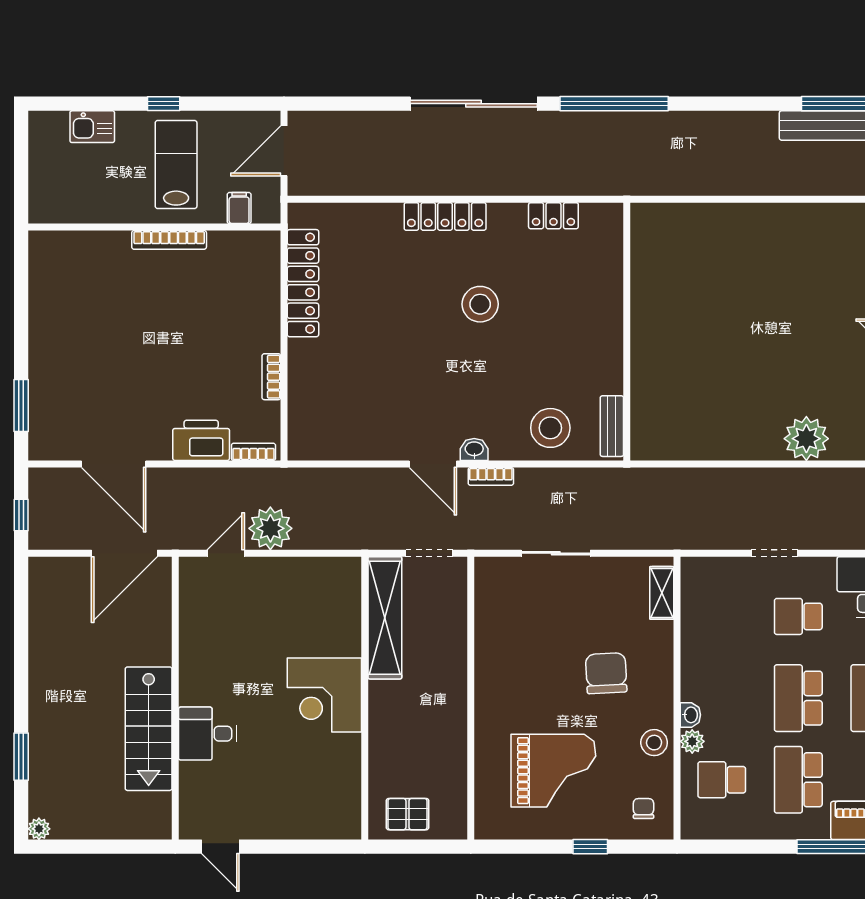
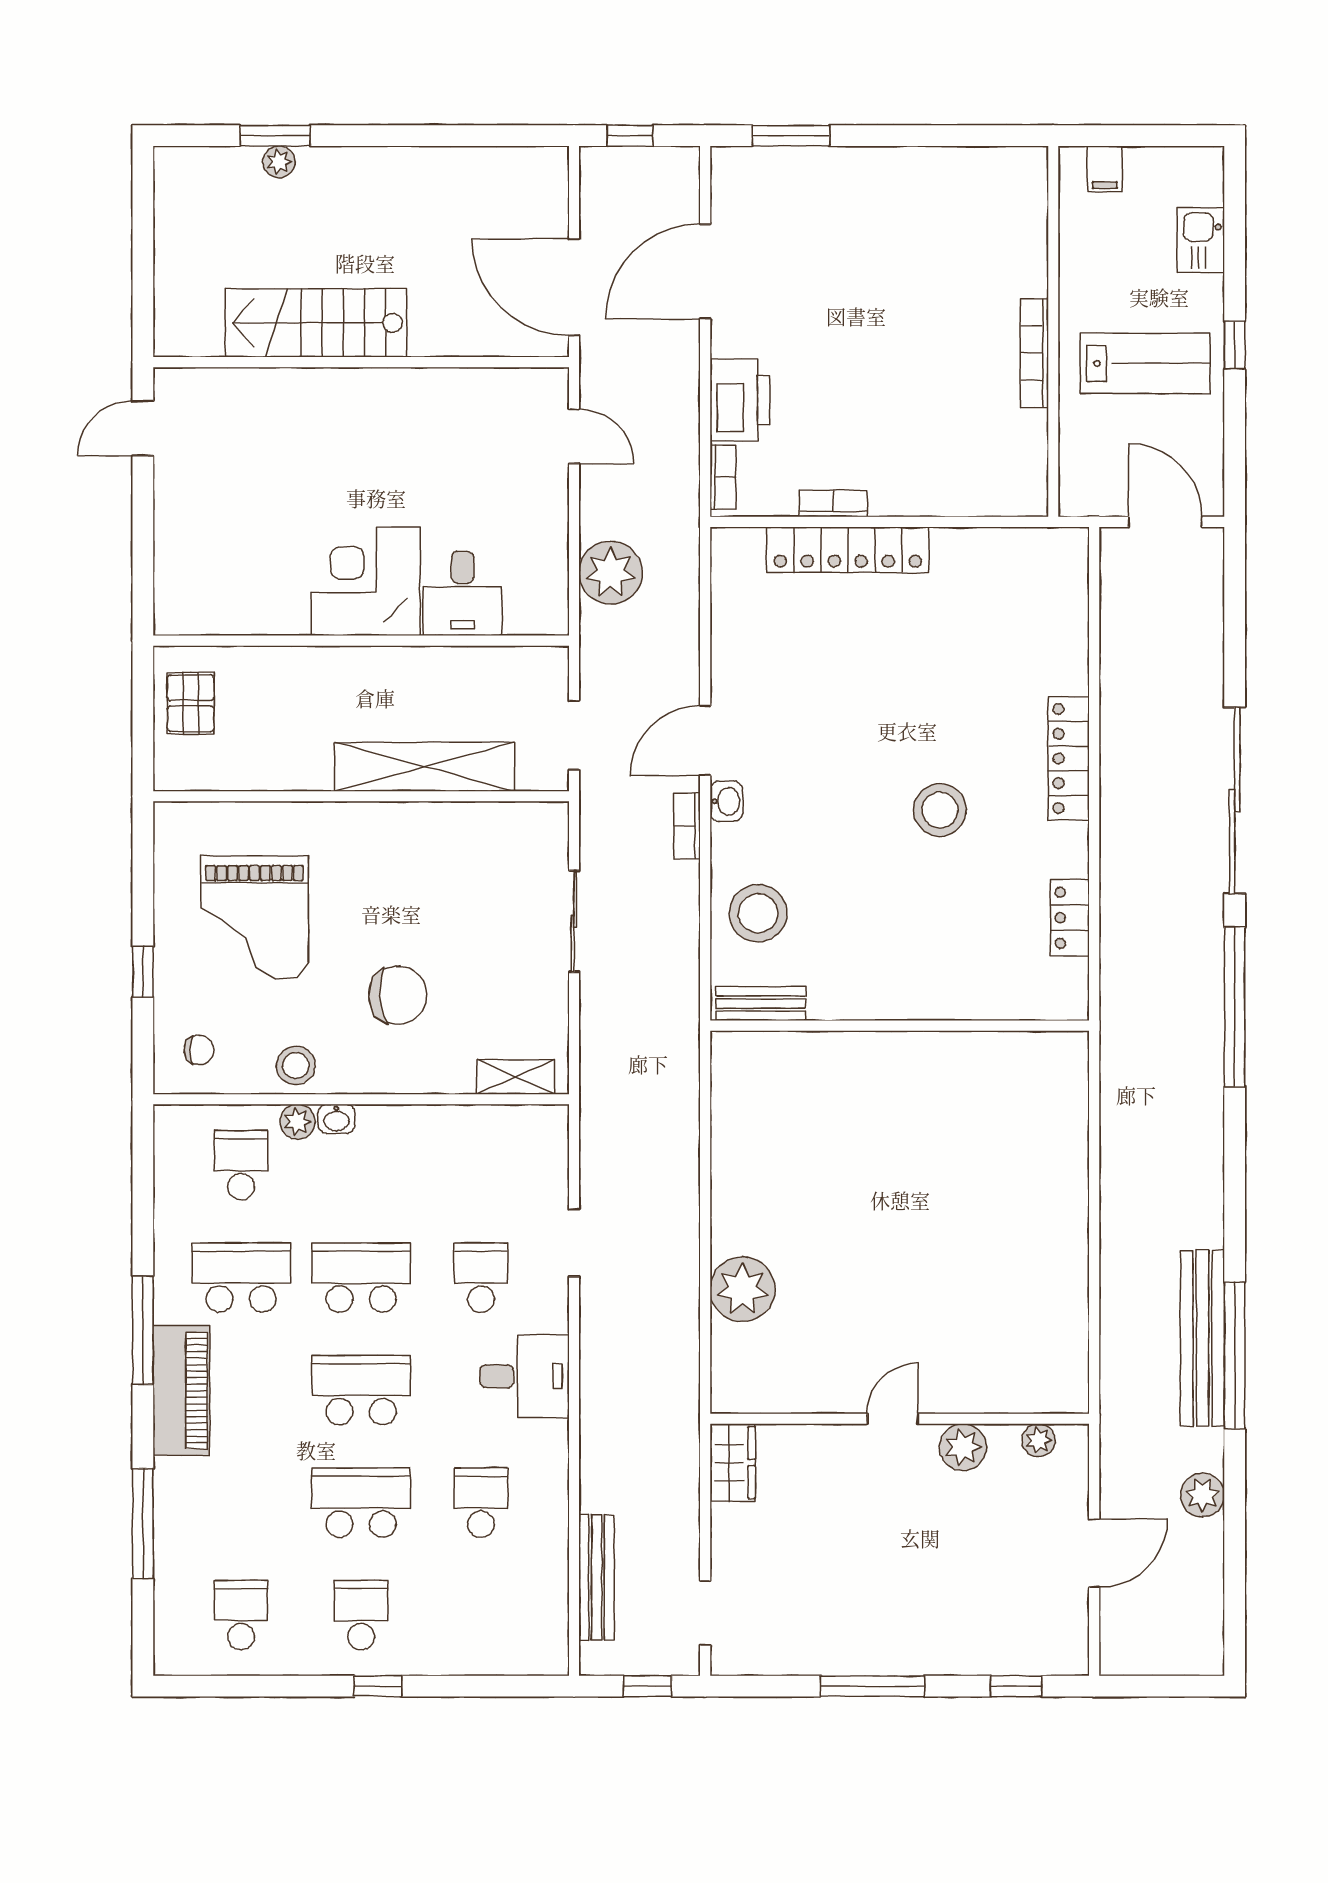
filing cabinet: (239, 208) -> (1105, 169), moved, turned 90
locker: (303, 283) -> (848, 550), moved
plant: (270, 528) -> (611, 573), moved
shelving: (385, 618) -> (425, 767), moved
desk: (207, 734) -> (463, 593), moved, turned 180
plant: (39, 829) -> (279, 162), moved

